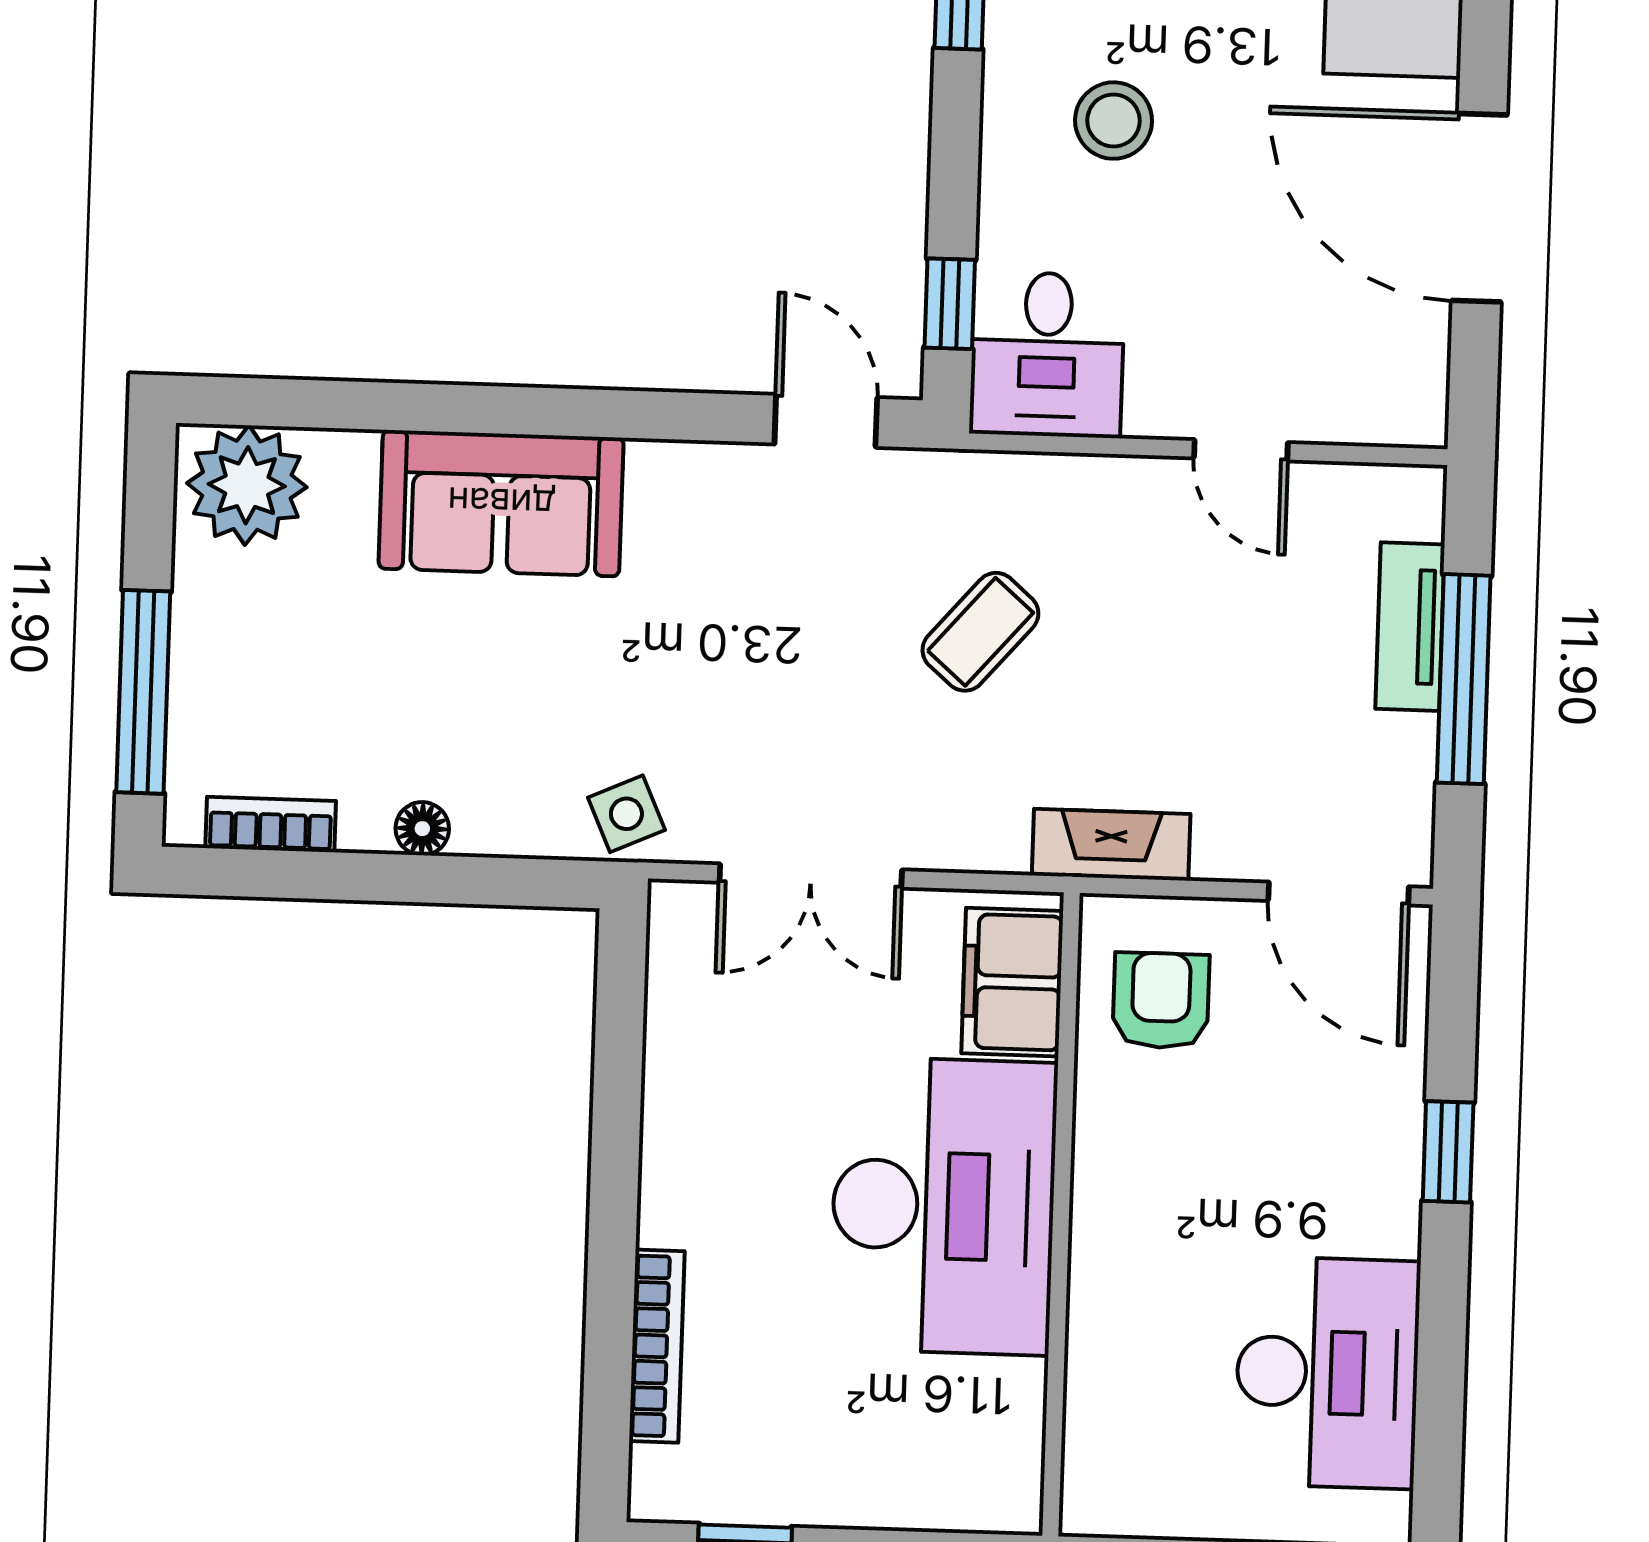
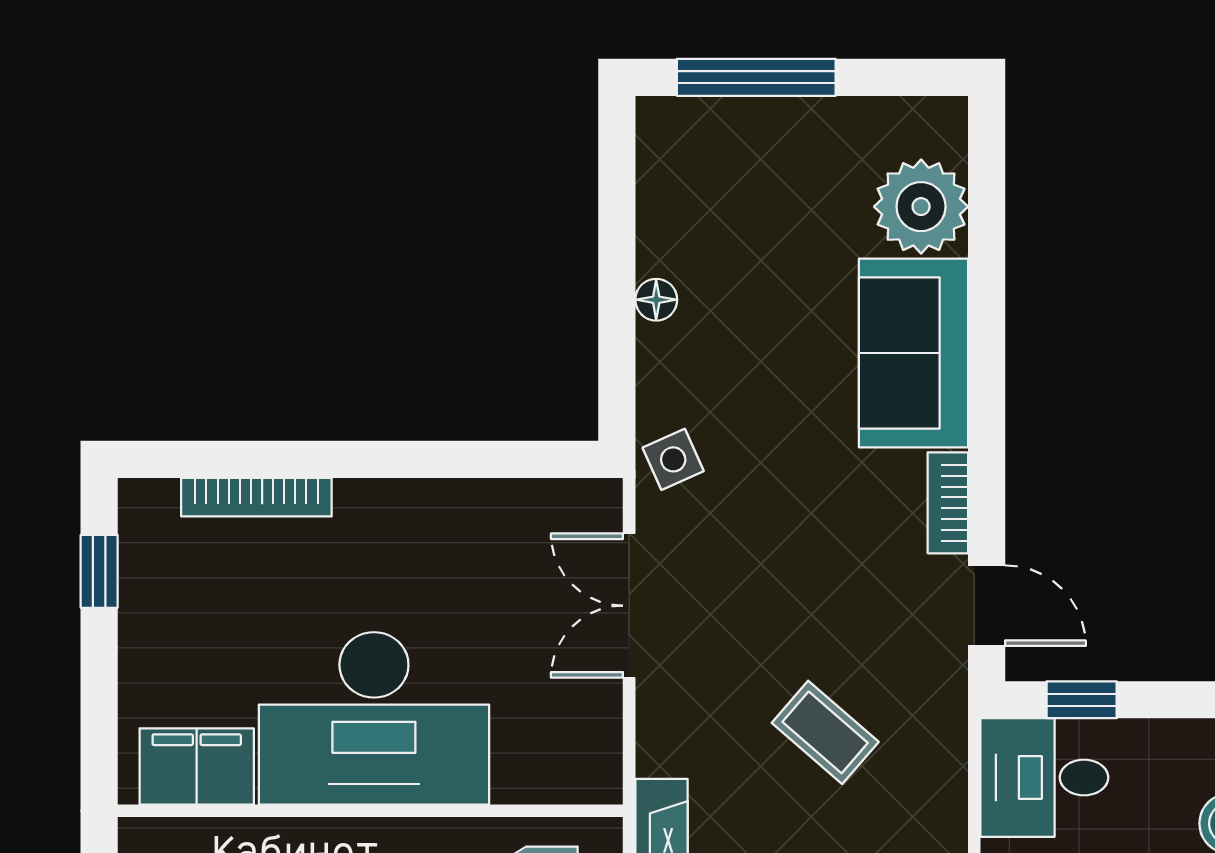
door: (826, 421) -> (987, 606), hinge flipped
plant: (247, 485) -> (921, 207), moved
bookcase: (271, 824) -> (948, 503), moved, turned 180
filing cabinet: (1012, 982) -> (197, 766), moved

